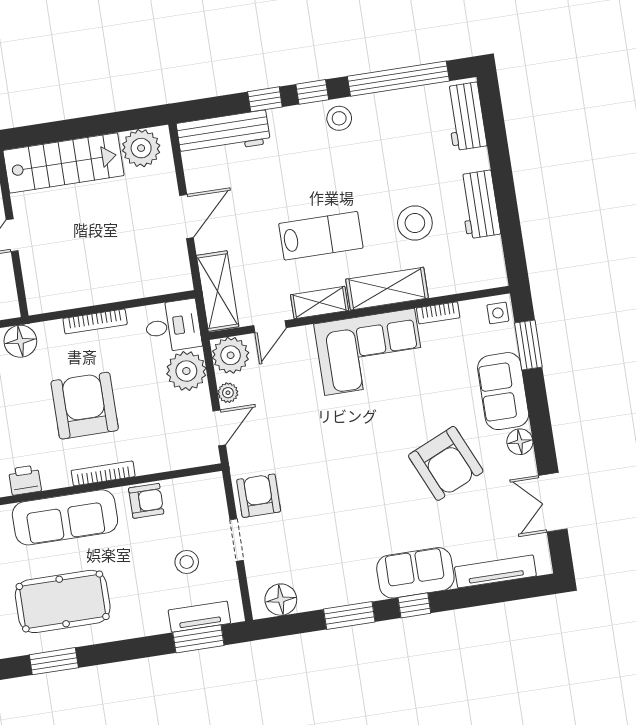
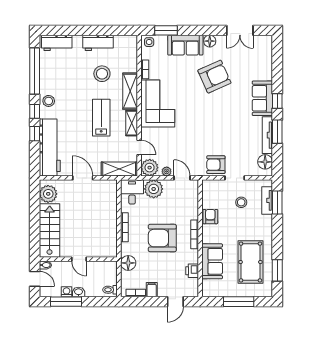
workbench: (223, 133) -> (50, 148), width x1.36, depth x1.32
sofa: (65, 517) -> (212, 261), width x0.73
tv unit: (495, 571) -> (267, 135), moved

